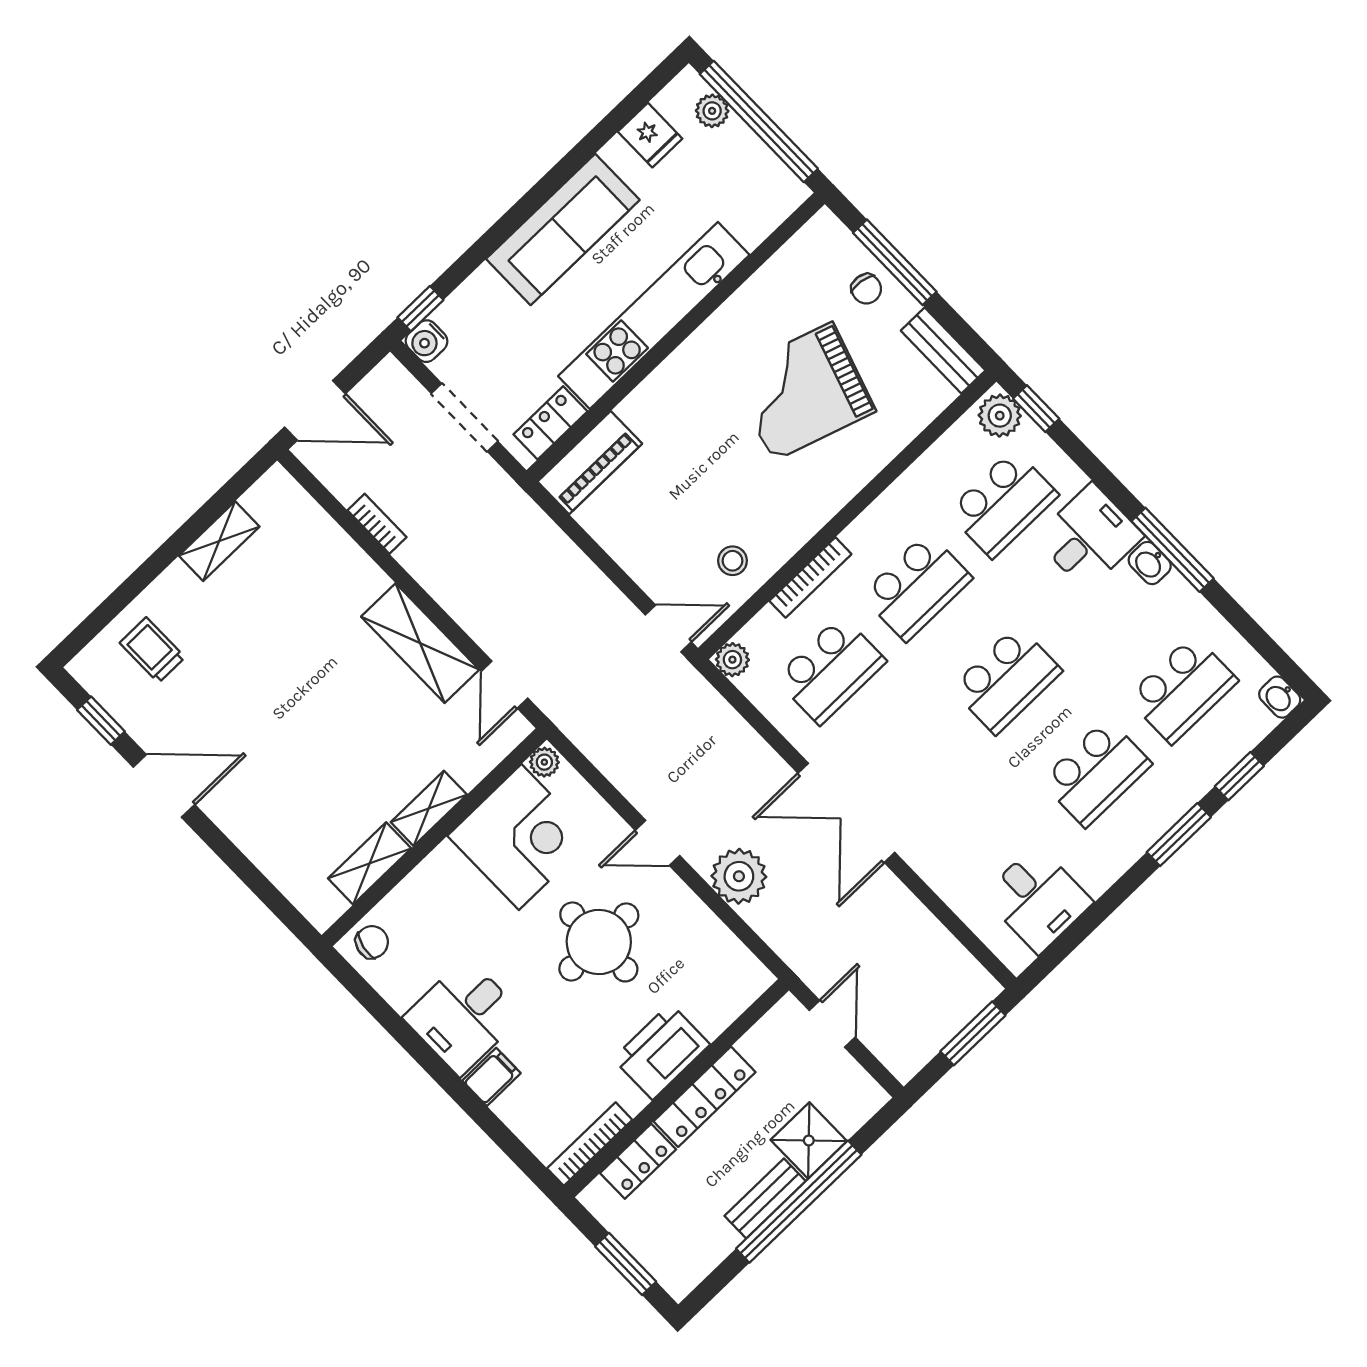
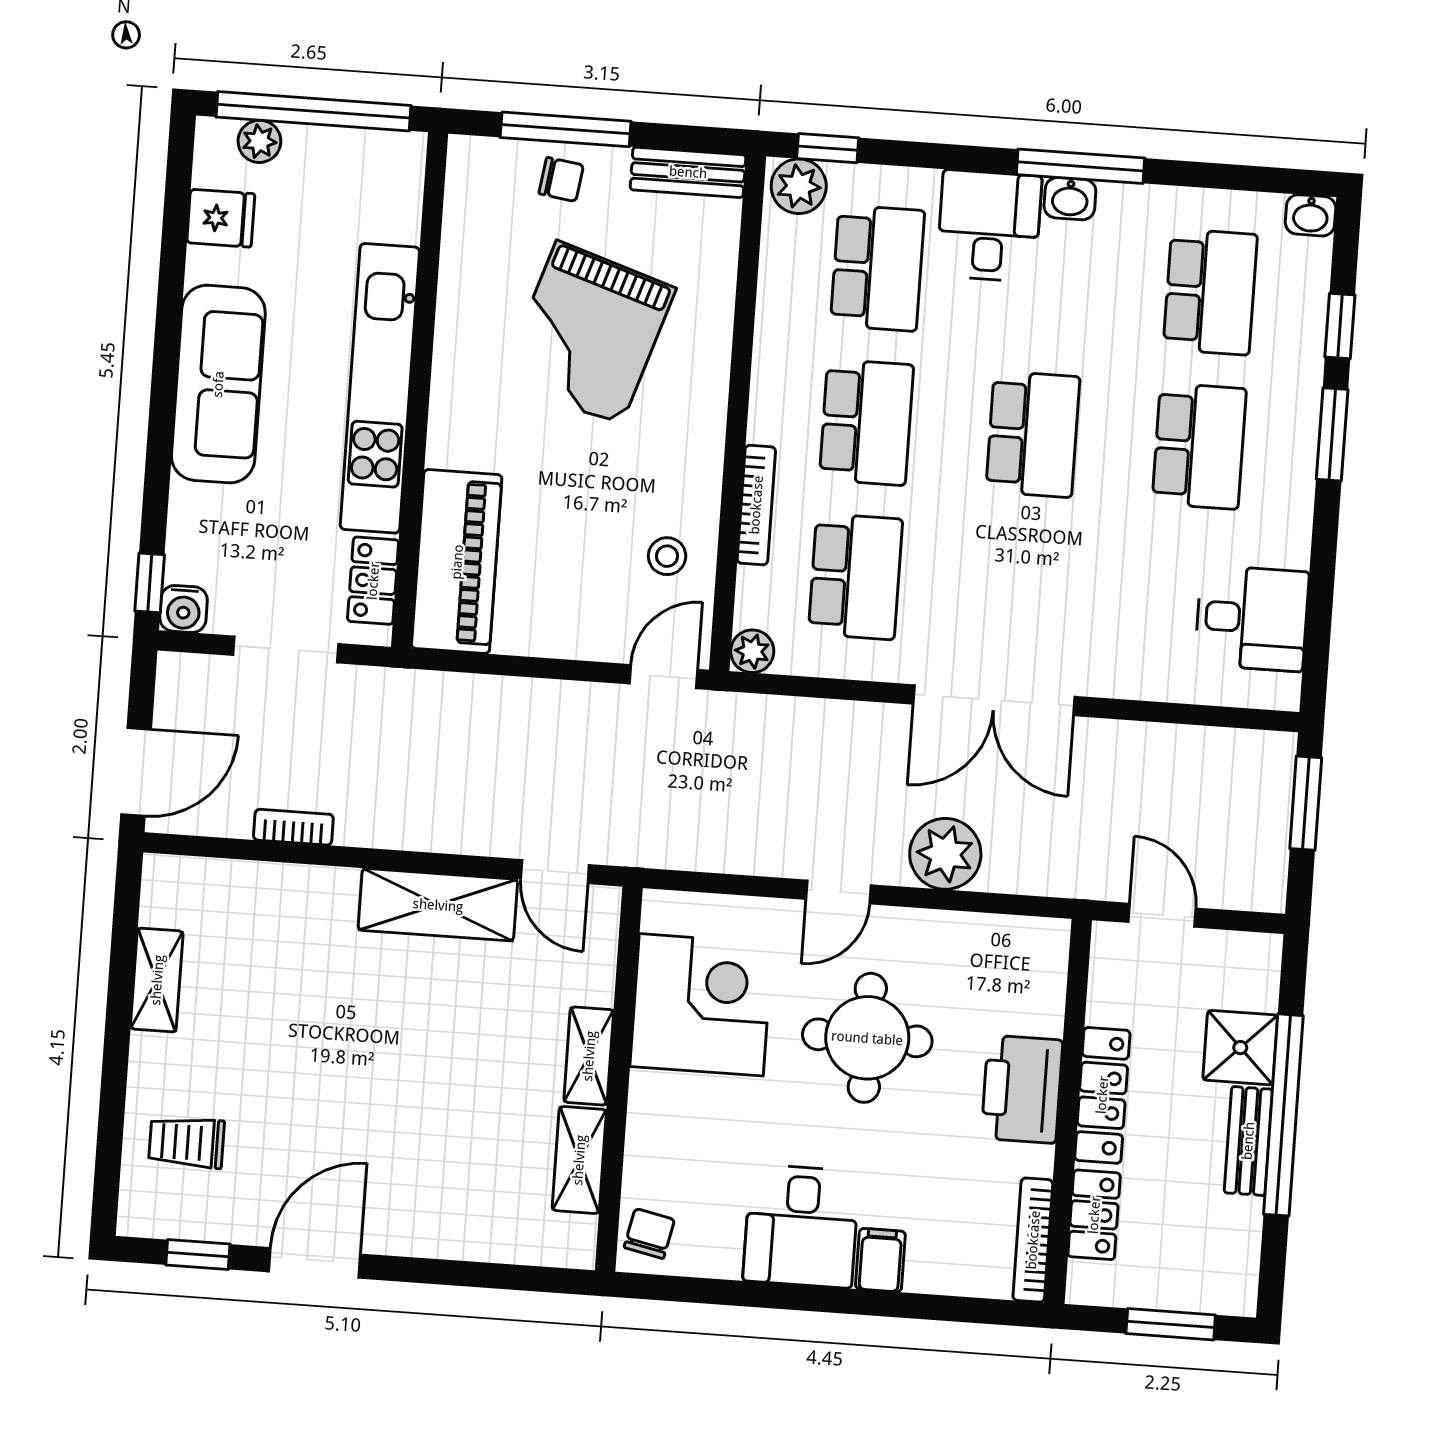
piano: (590, 463) -> (457, 562), width x1.37, depth x1.33
plant: (544, 762) -> (660, 912), removed

